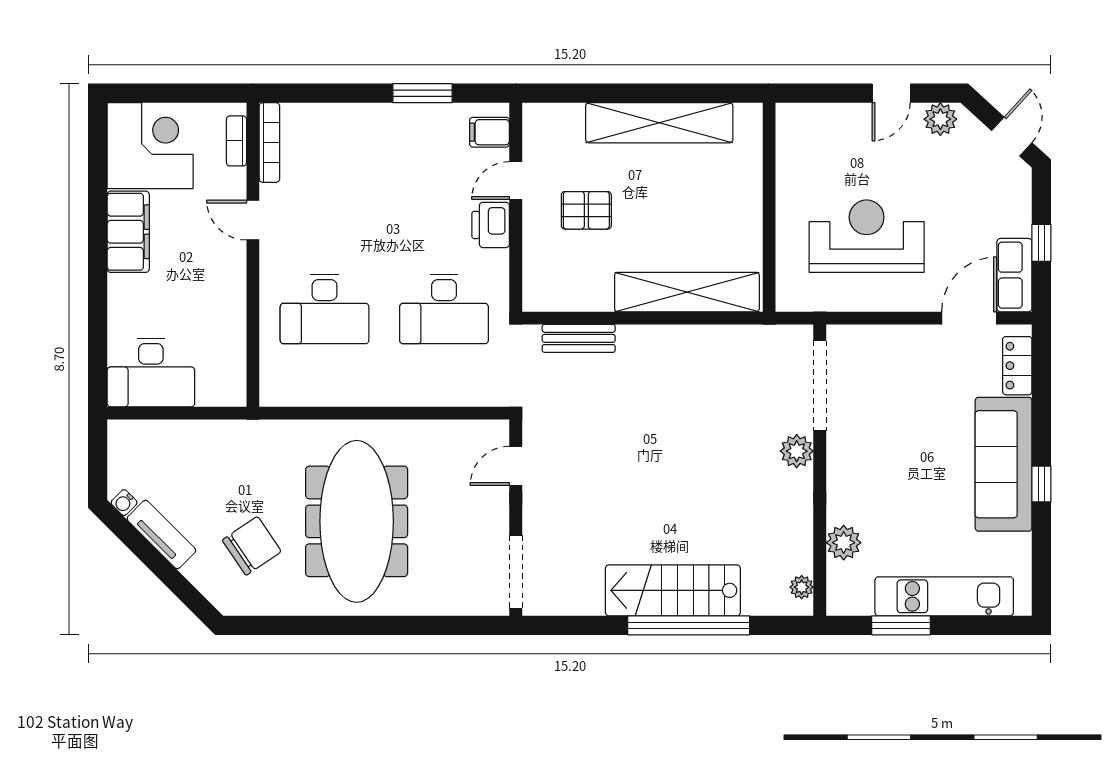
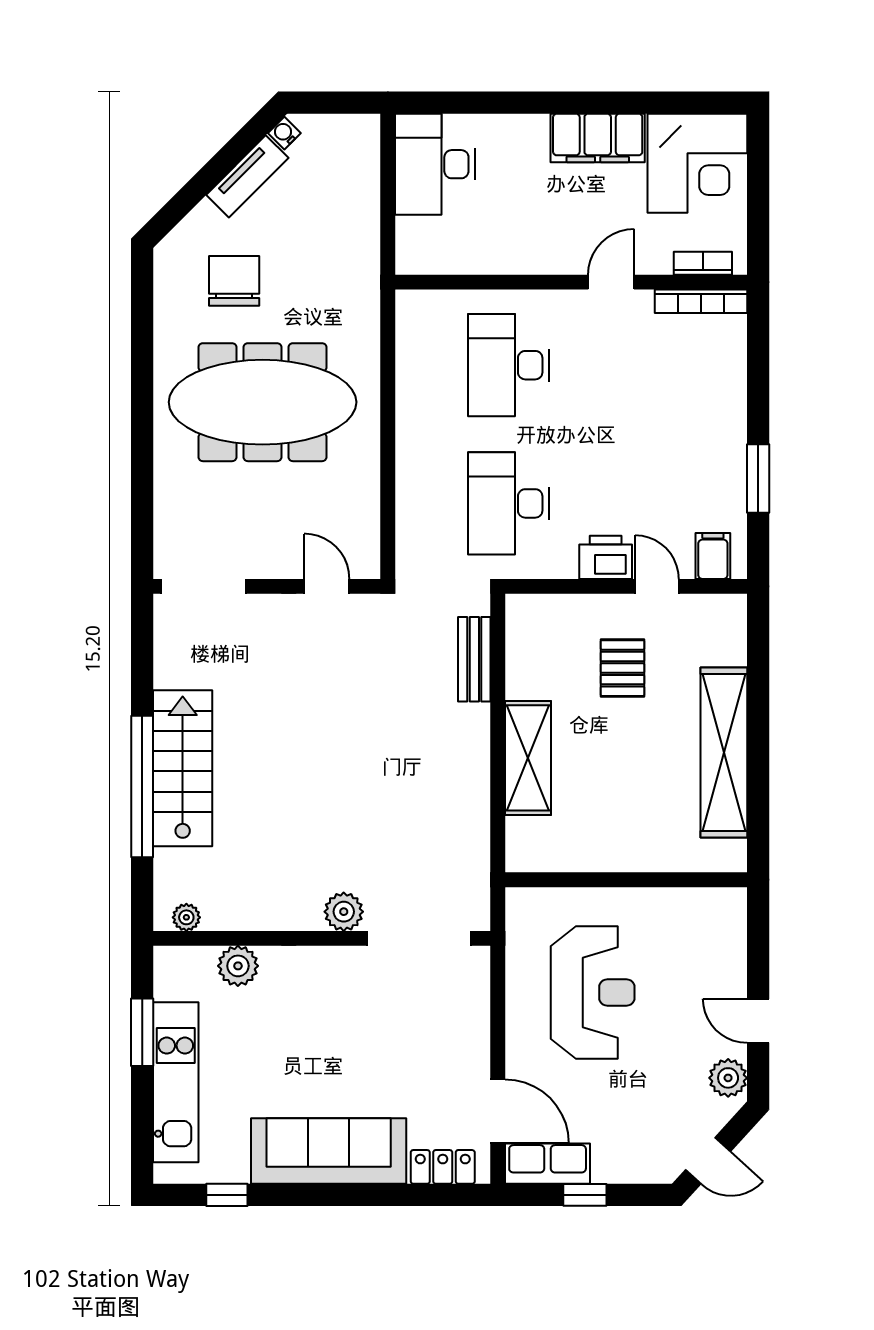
shelving: (687, 292) -> (528, 758), width x0.68
window: (1041, 484) -> (227, 1195), moved
chair: (252, 546) -> (234, 281), turned -146

